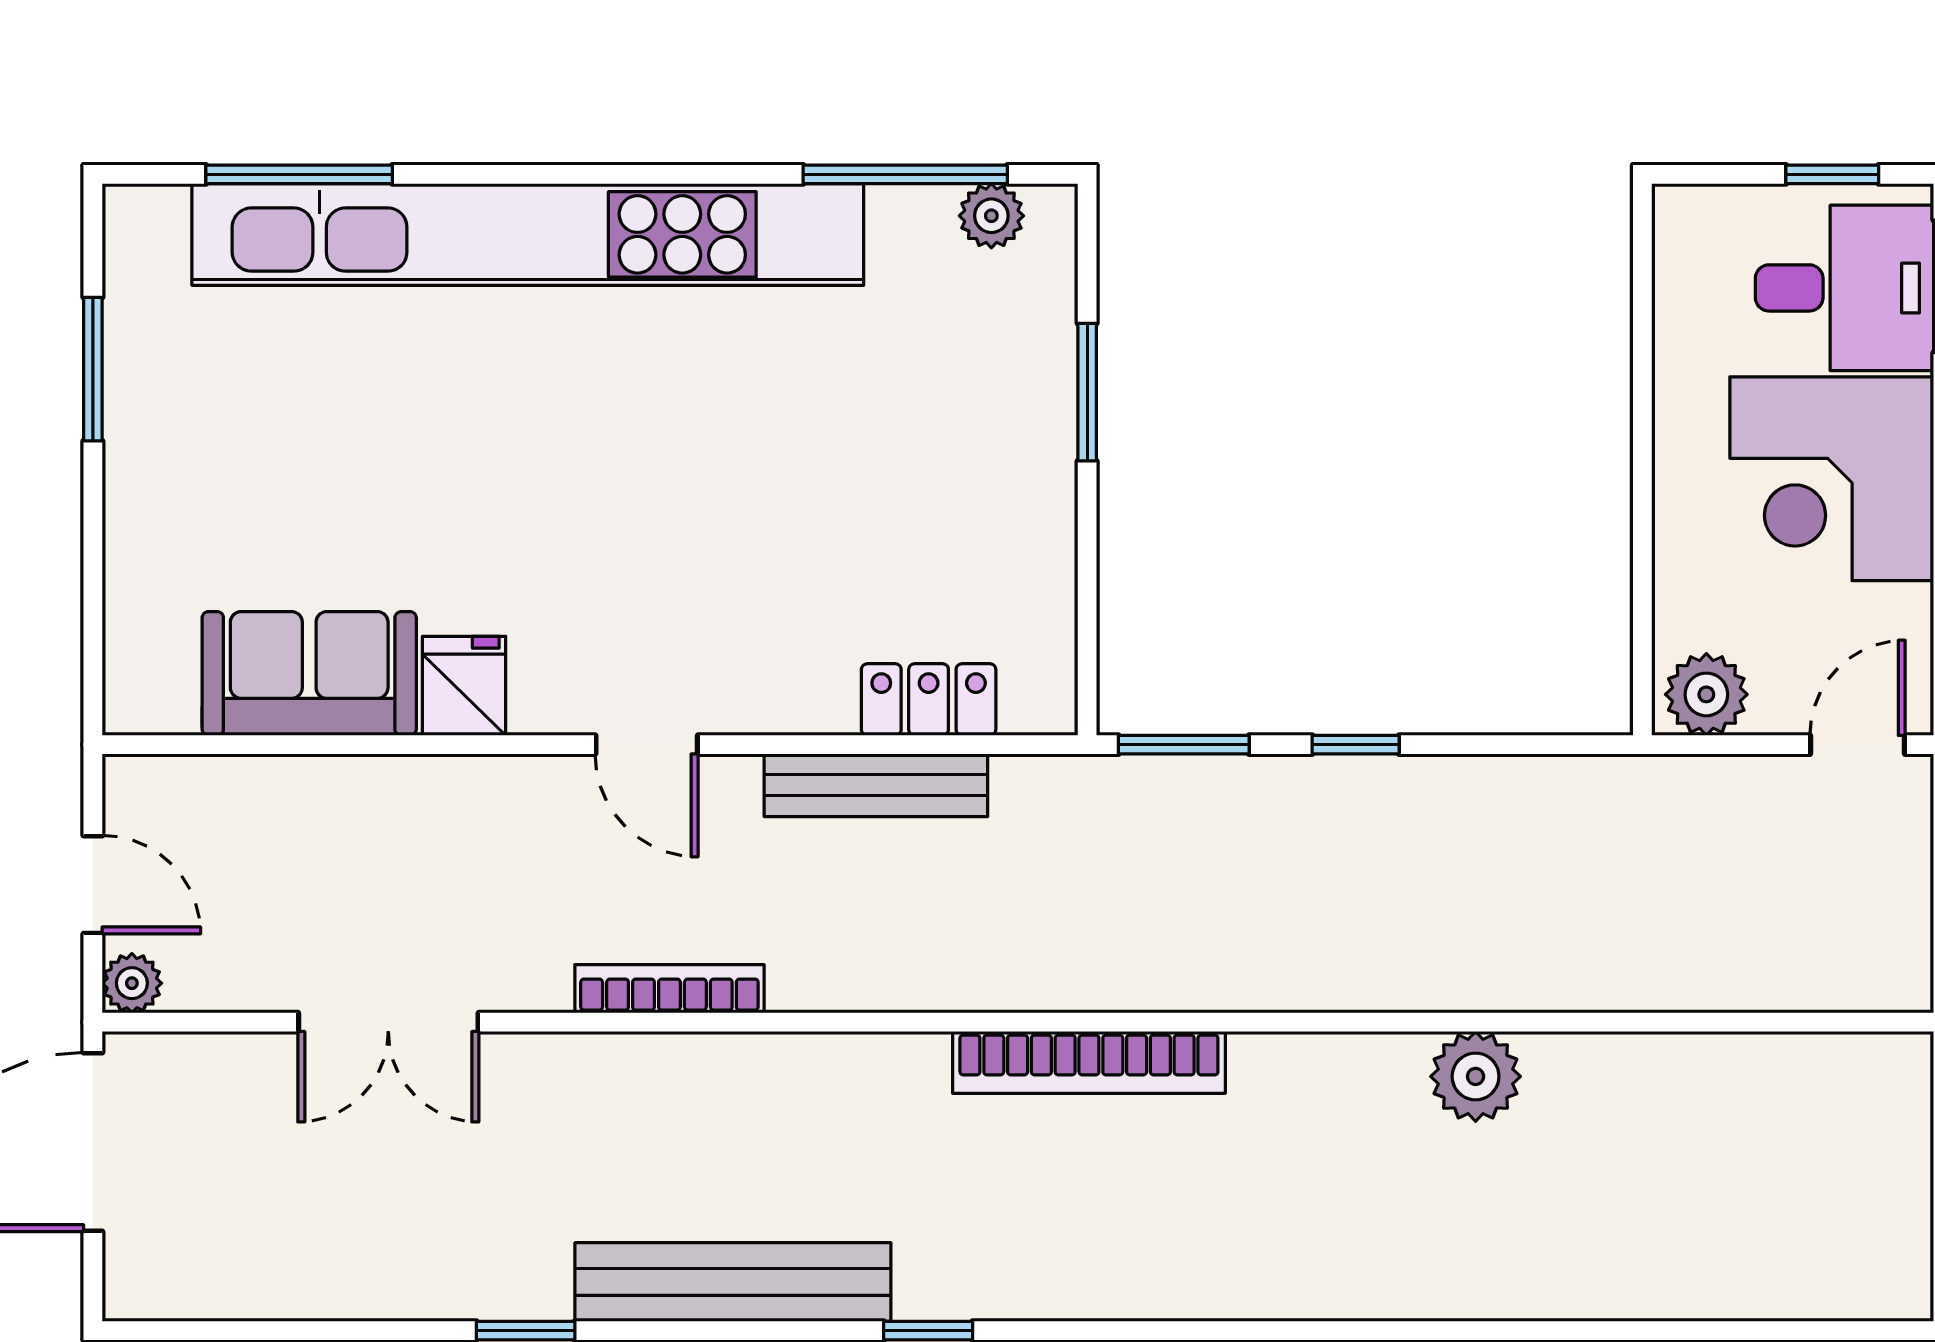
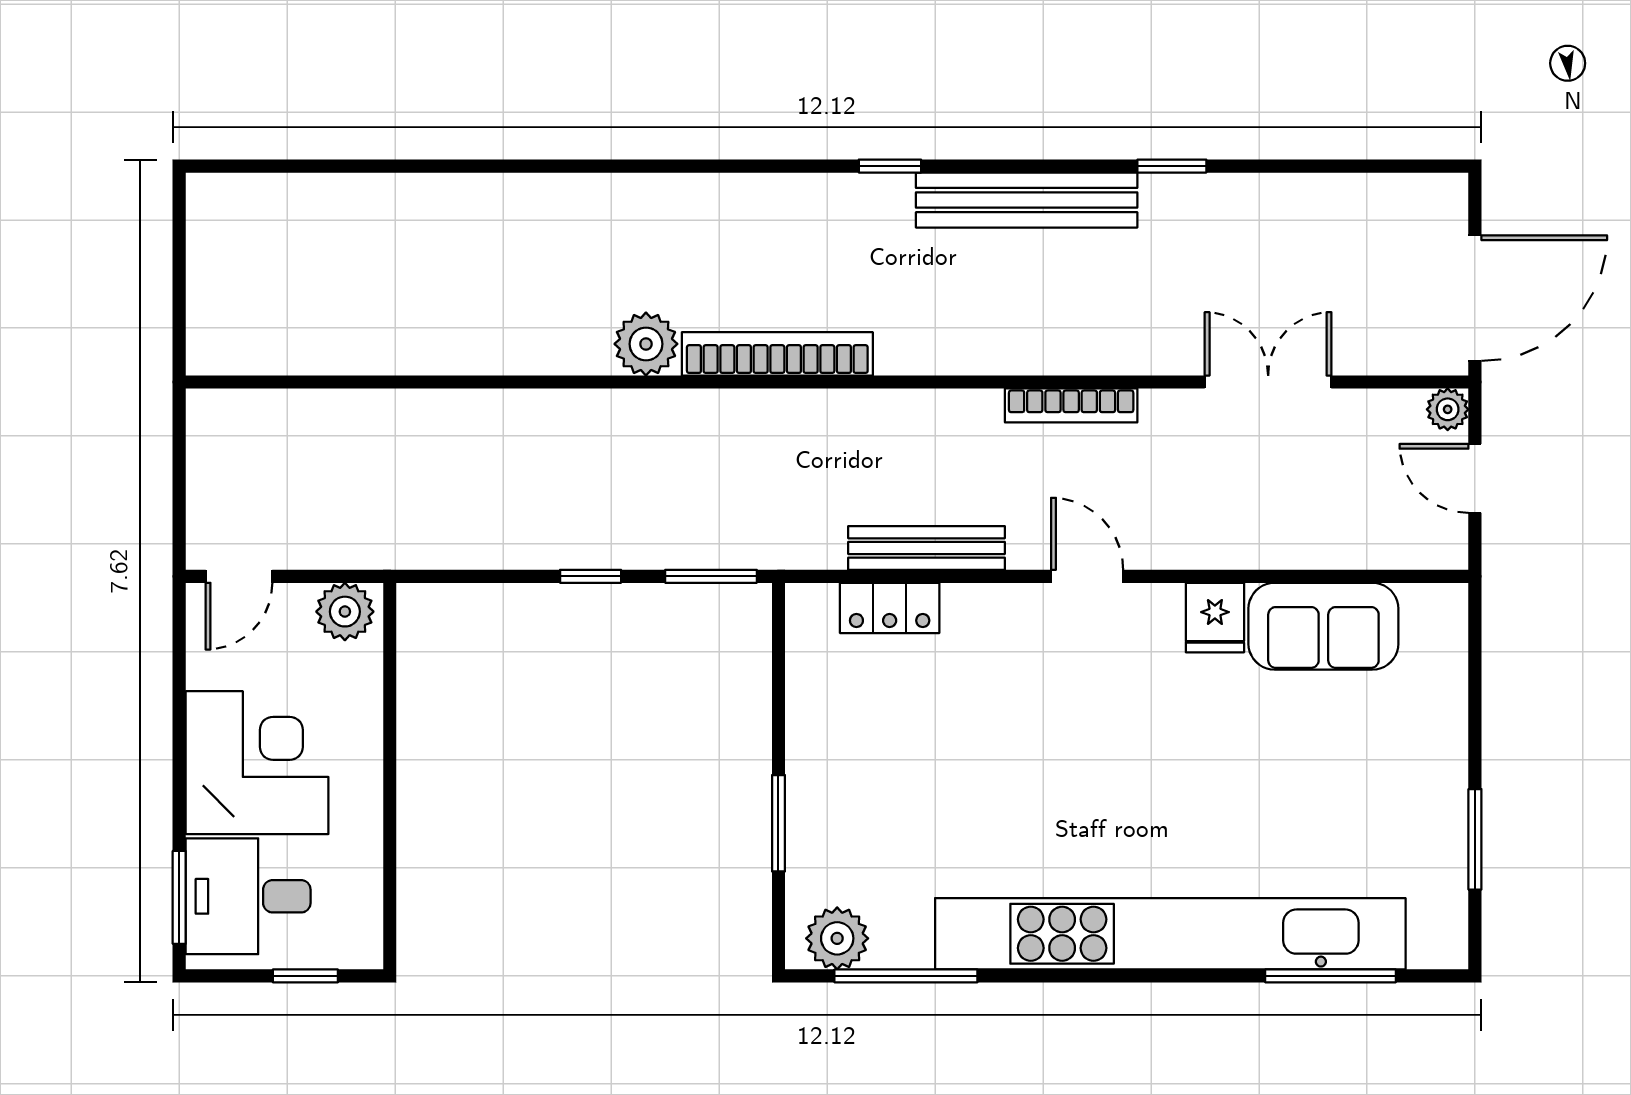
window: (1832, 174) -> (305, 976), moved
plant: (991, 216) -> (837, 938), width x1.38, depth x1.38
plant: (1476, 1076) -> (646, 344), moved

